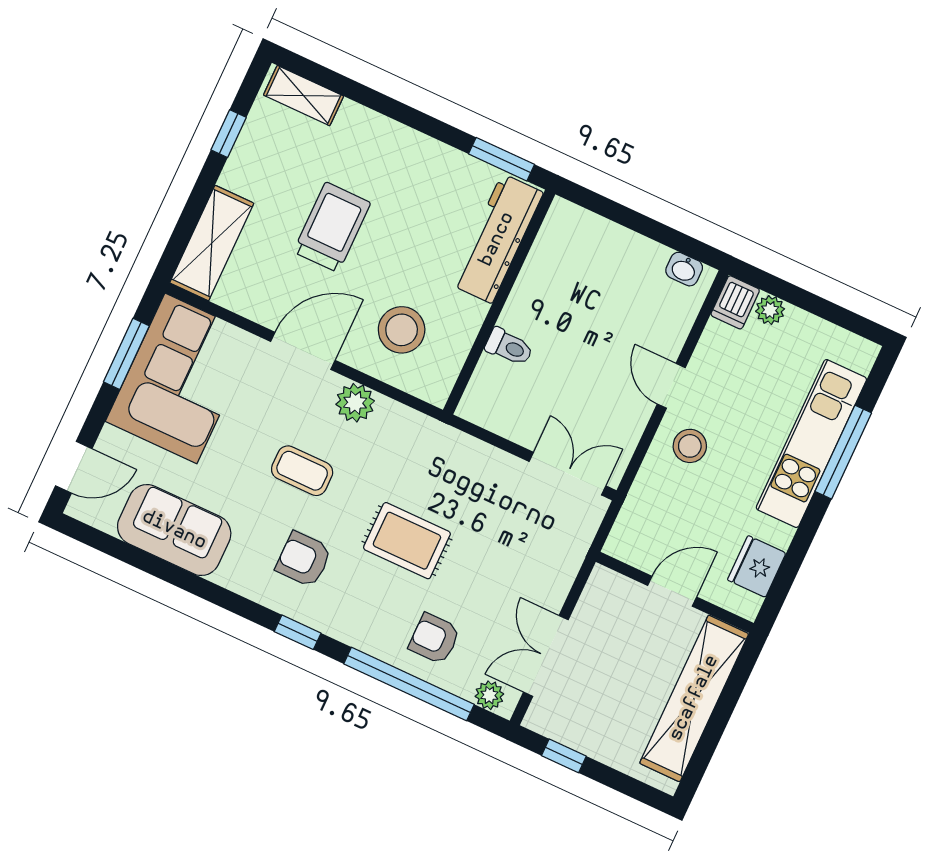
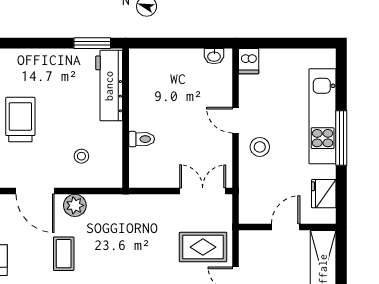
plant: (770, 310) -> (269, 57), removed
stool: (402, 330) -> (81, 156), width x0.53, depth x0.53
door: (303, 351) -> (35, 191), swing flipped
window: (843, 452) -> (341, 138), moved
coffee table: (302, 471) -> (64, 254), turned 90
rug: (407, 541) -> (203, 247), moved

